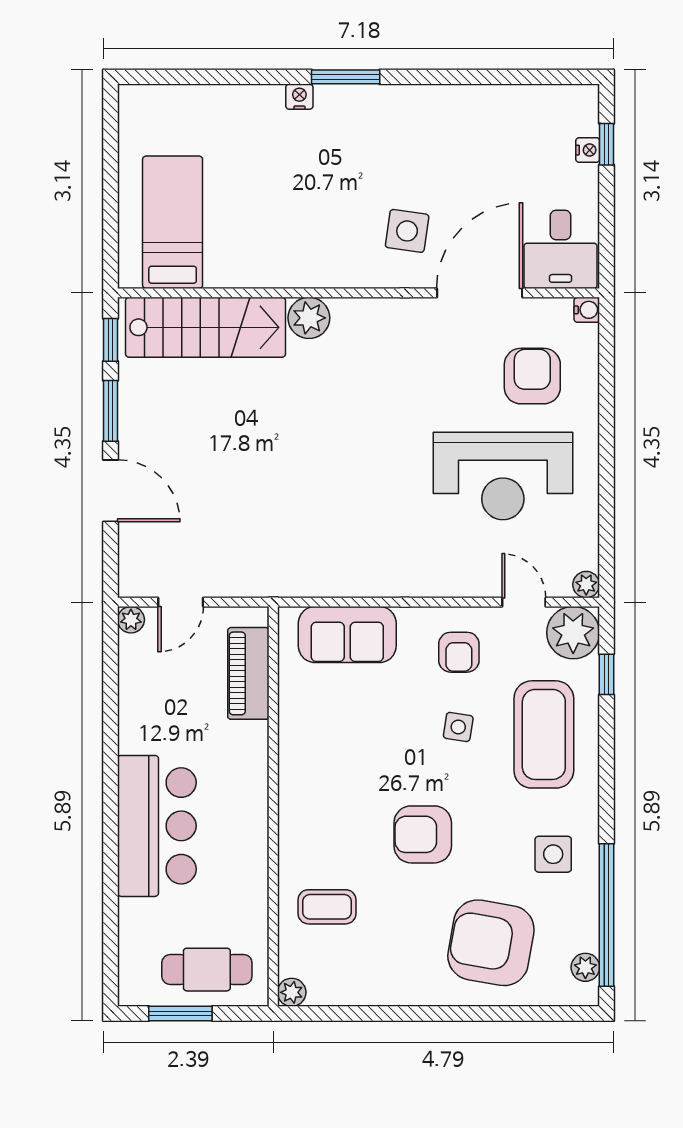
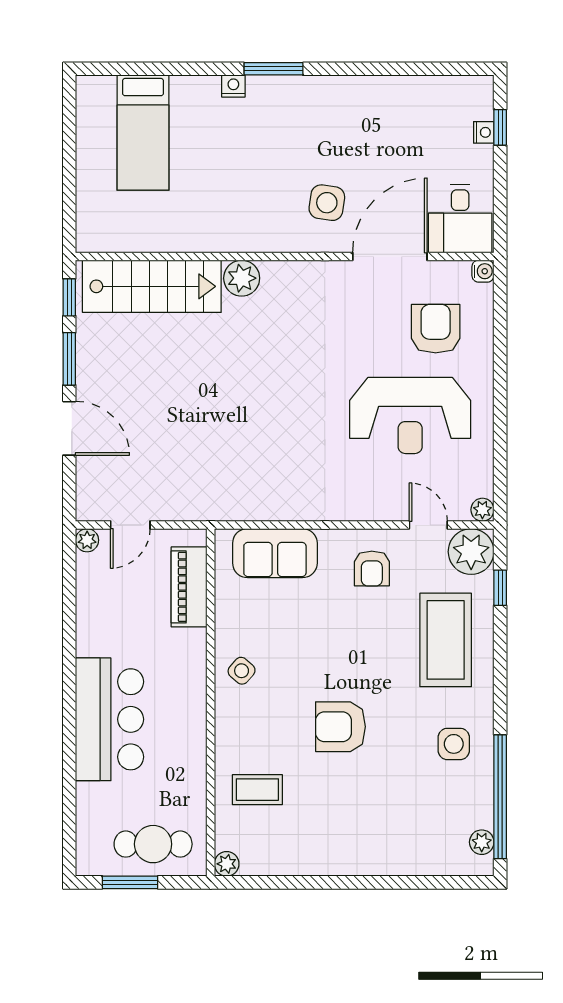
bed: (173, 222) -> (143, 133), moved, turned 180
side table: (458, 727) -> (242, 671), moved, turned 32
armchair: (491, 943) -> (400, 821), removed

